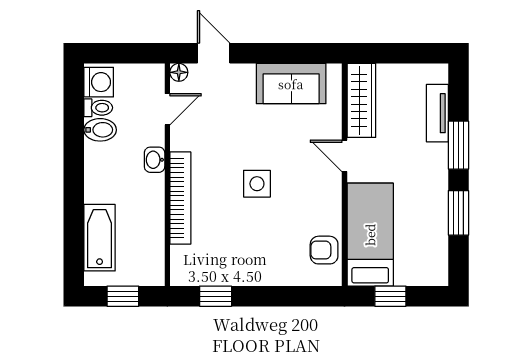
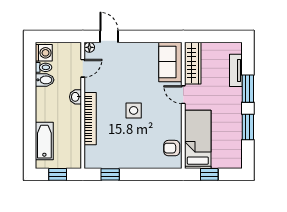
sofa: (291, 84) -> (170, 62), moved, turned 90

